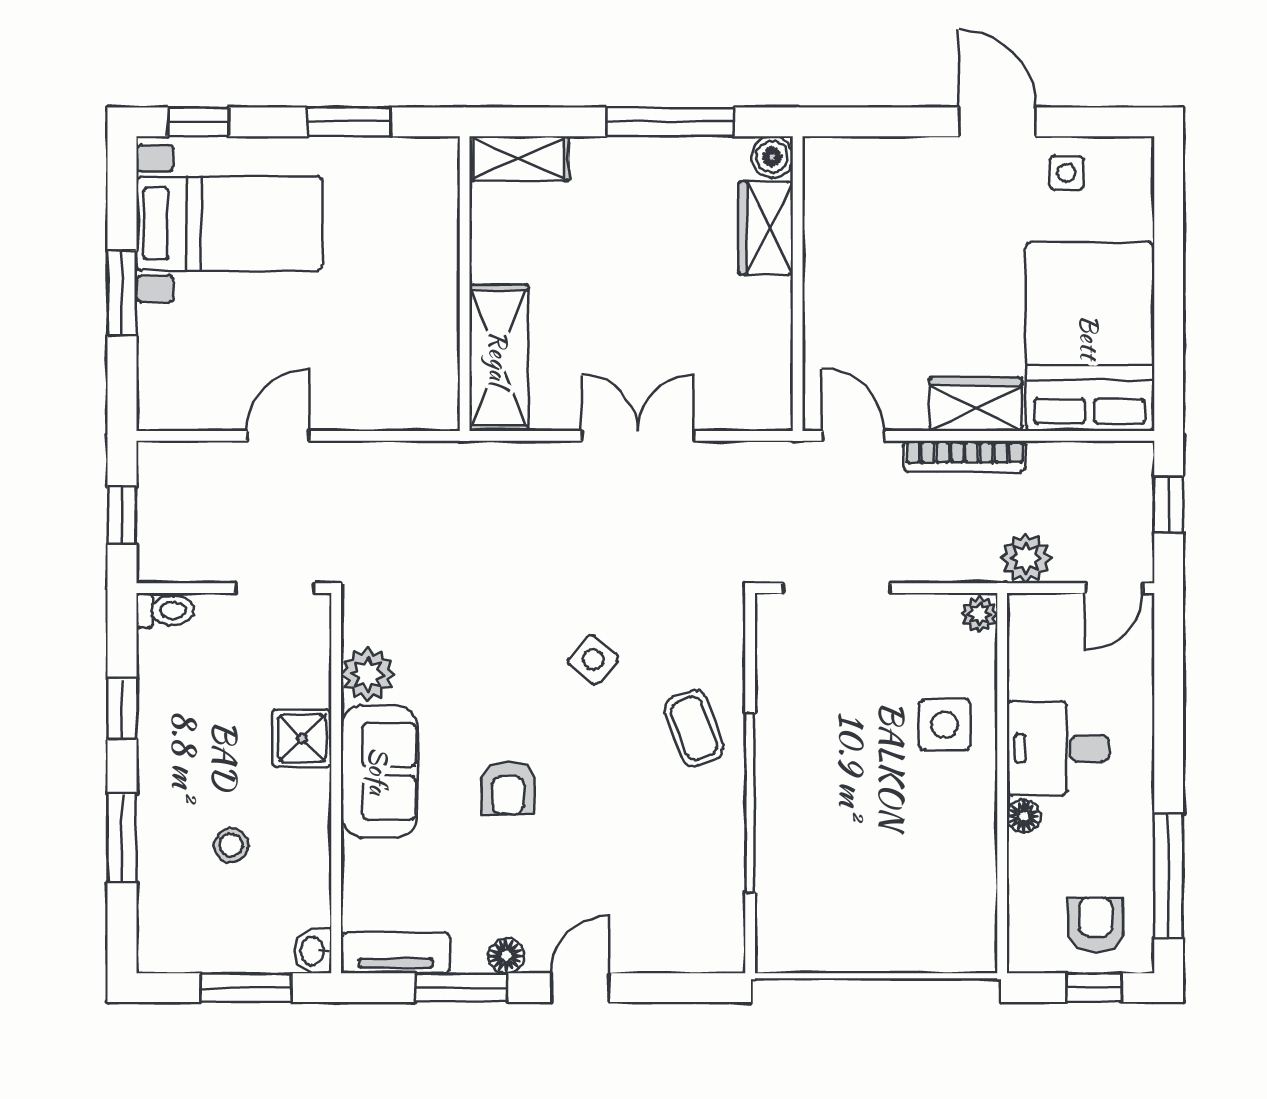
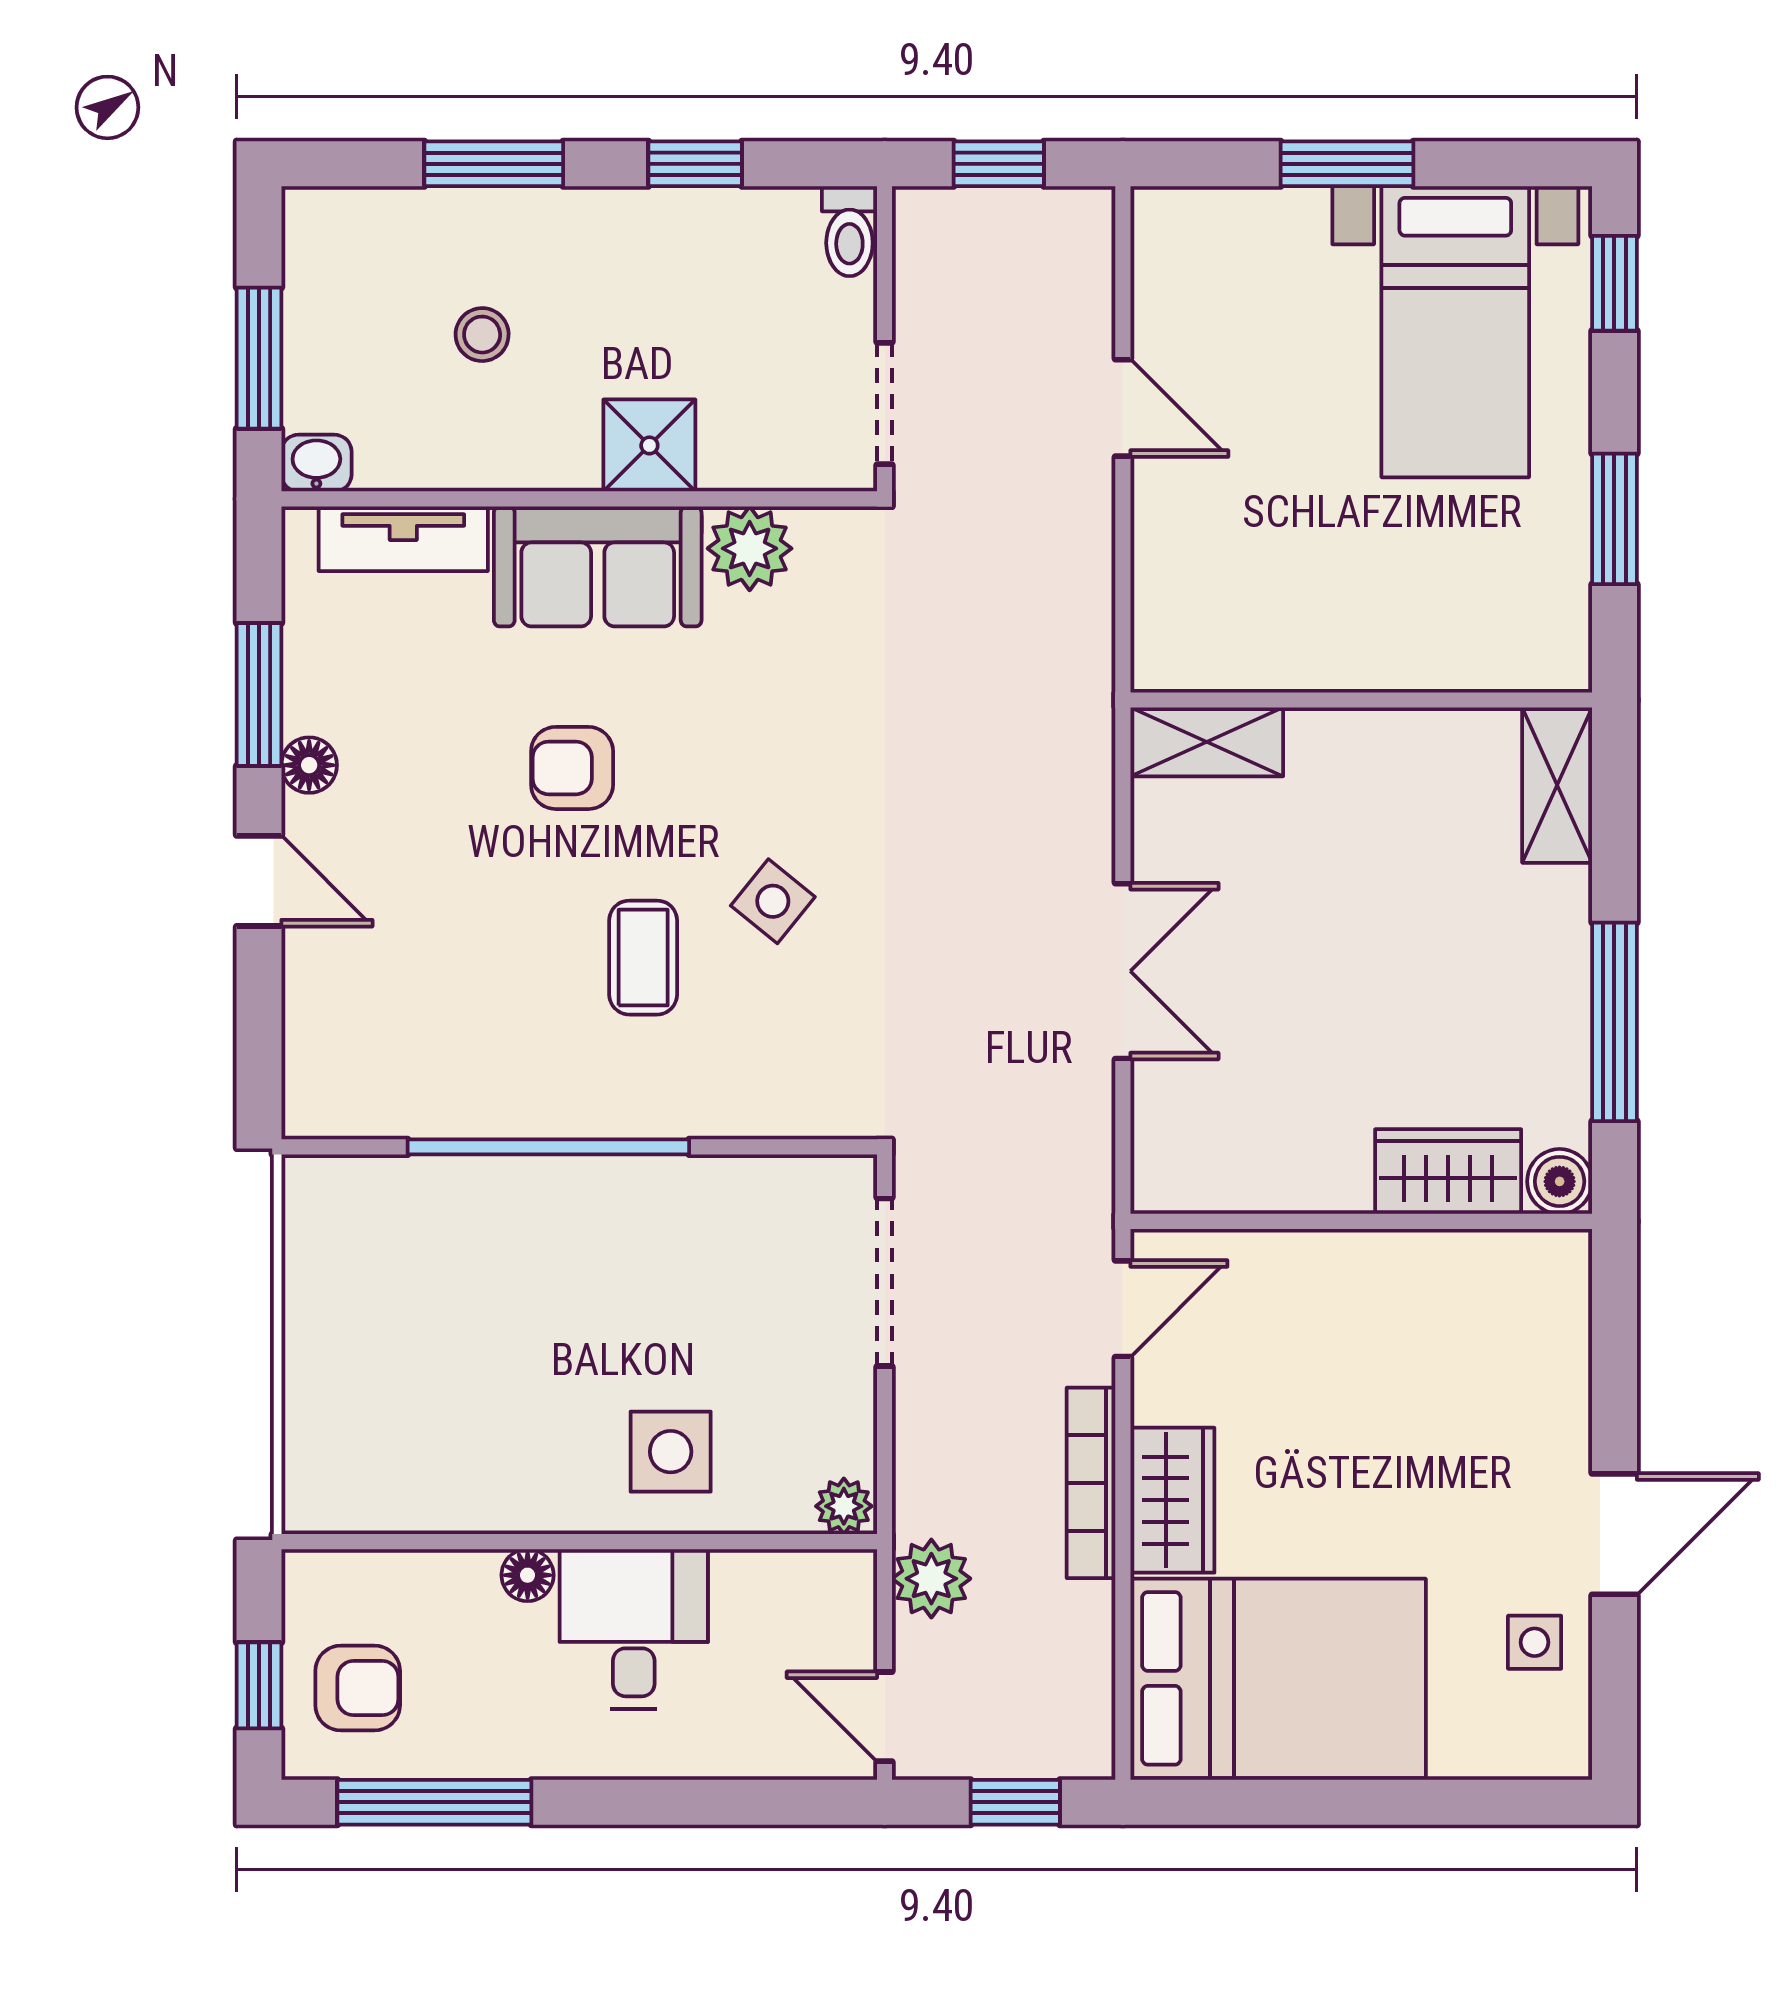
shelving: (499, 358) -> (1207, 742), width x0.67, depth x0.75
coffee table: (694, 728) -> (643, 958), moved, turned -70
tv unit: (396, 953) -> (403, 539), moved, turned 90

